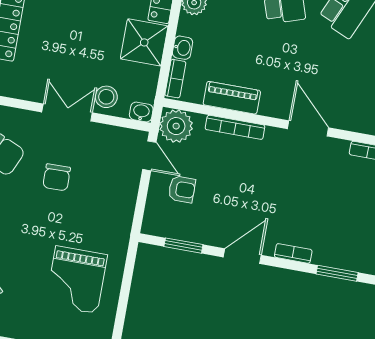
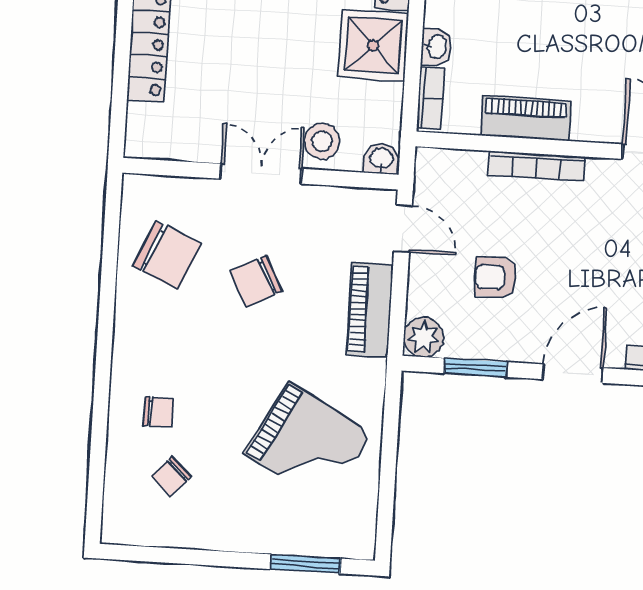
plant: (176, 126) -> (424, 337), moved, width x0.73, depth x0.73
chair: (57, 177) -> (257, 281), turned 63
armchair: (182, 189) -> (496, 277), moved, turned 180
piano: (123, 203) -> (370, 309), added
grand piano: (76, 280) -> (308, 444), turned -61

